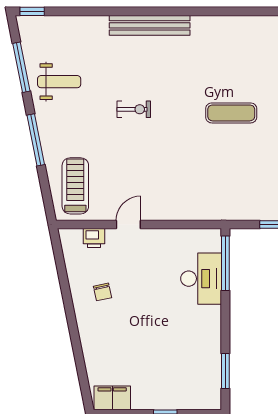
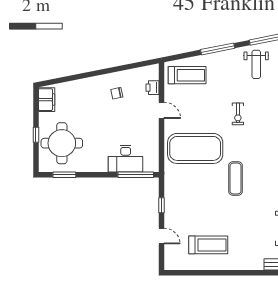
exercise mat: (186, 174) -> (195, 148), added
round table: (178, 375) -> (62, 143), added

